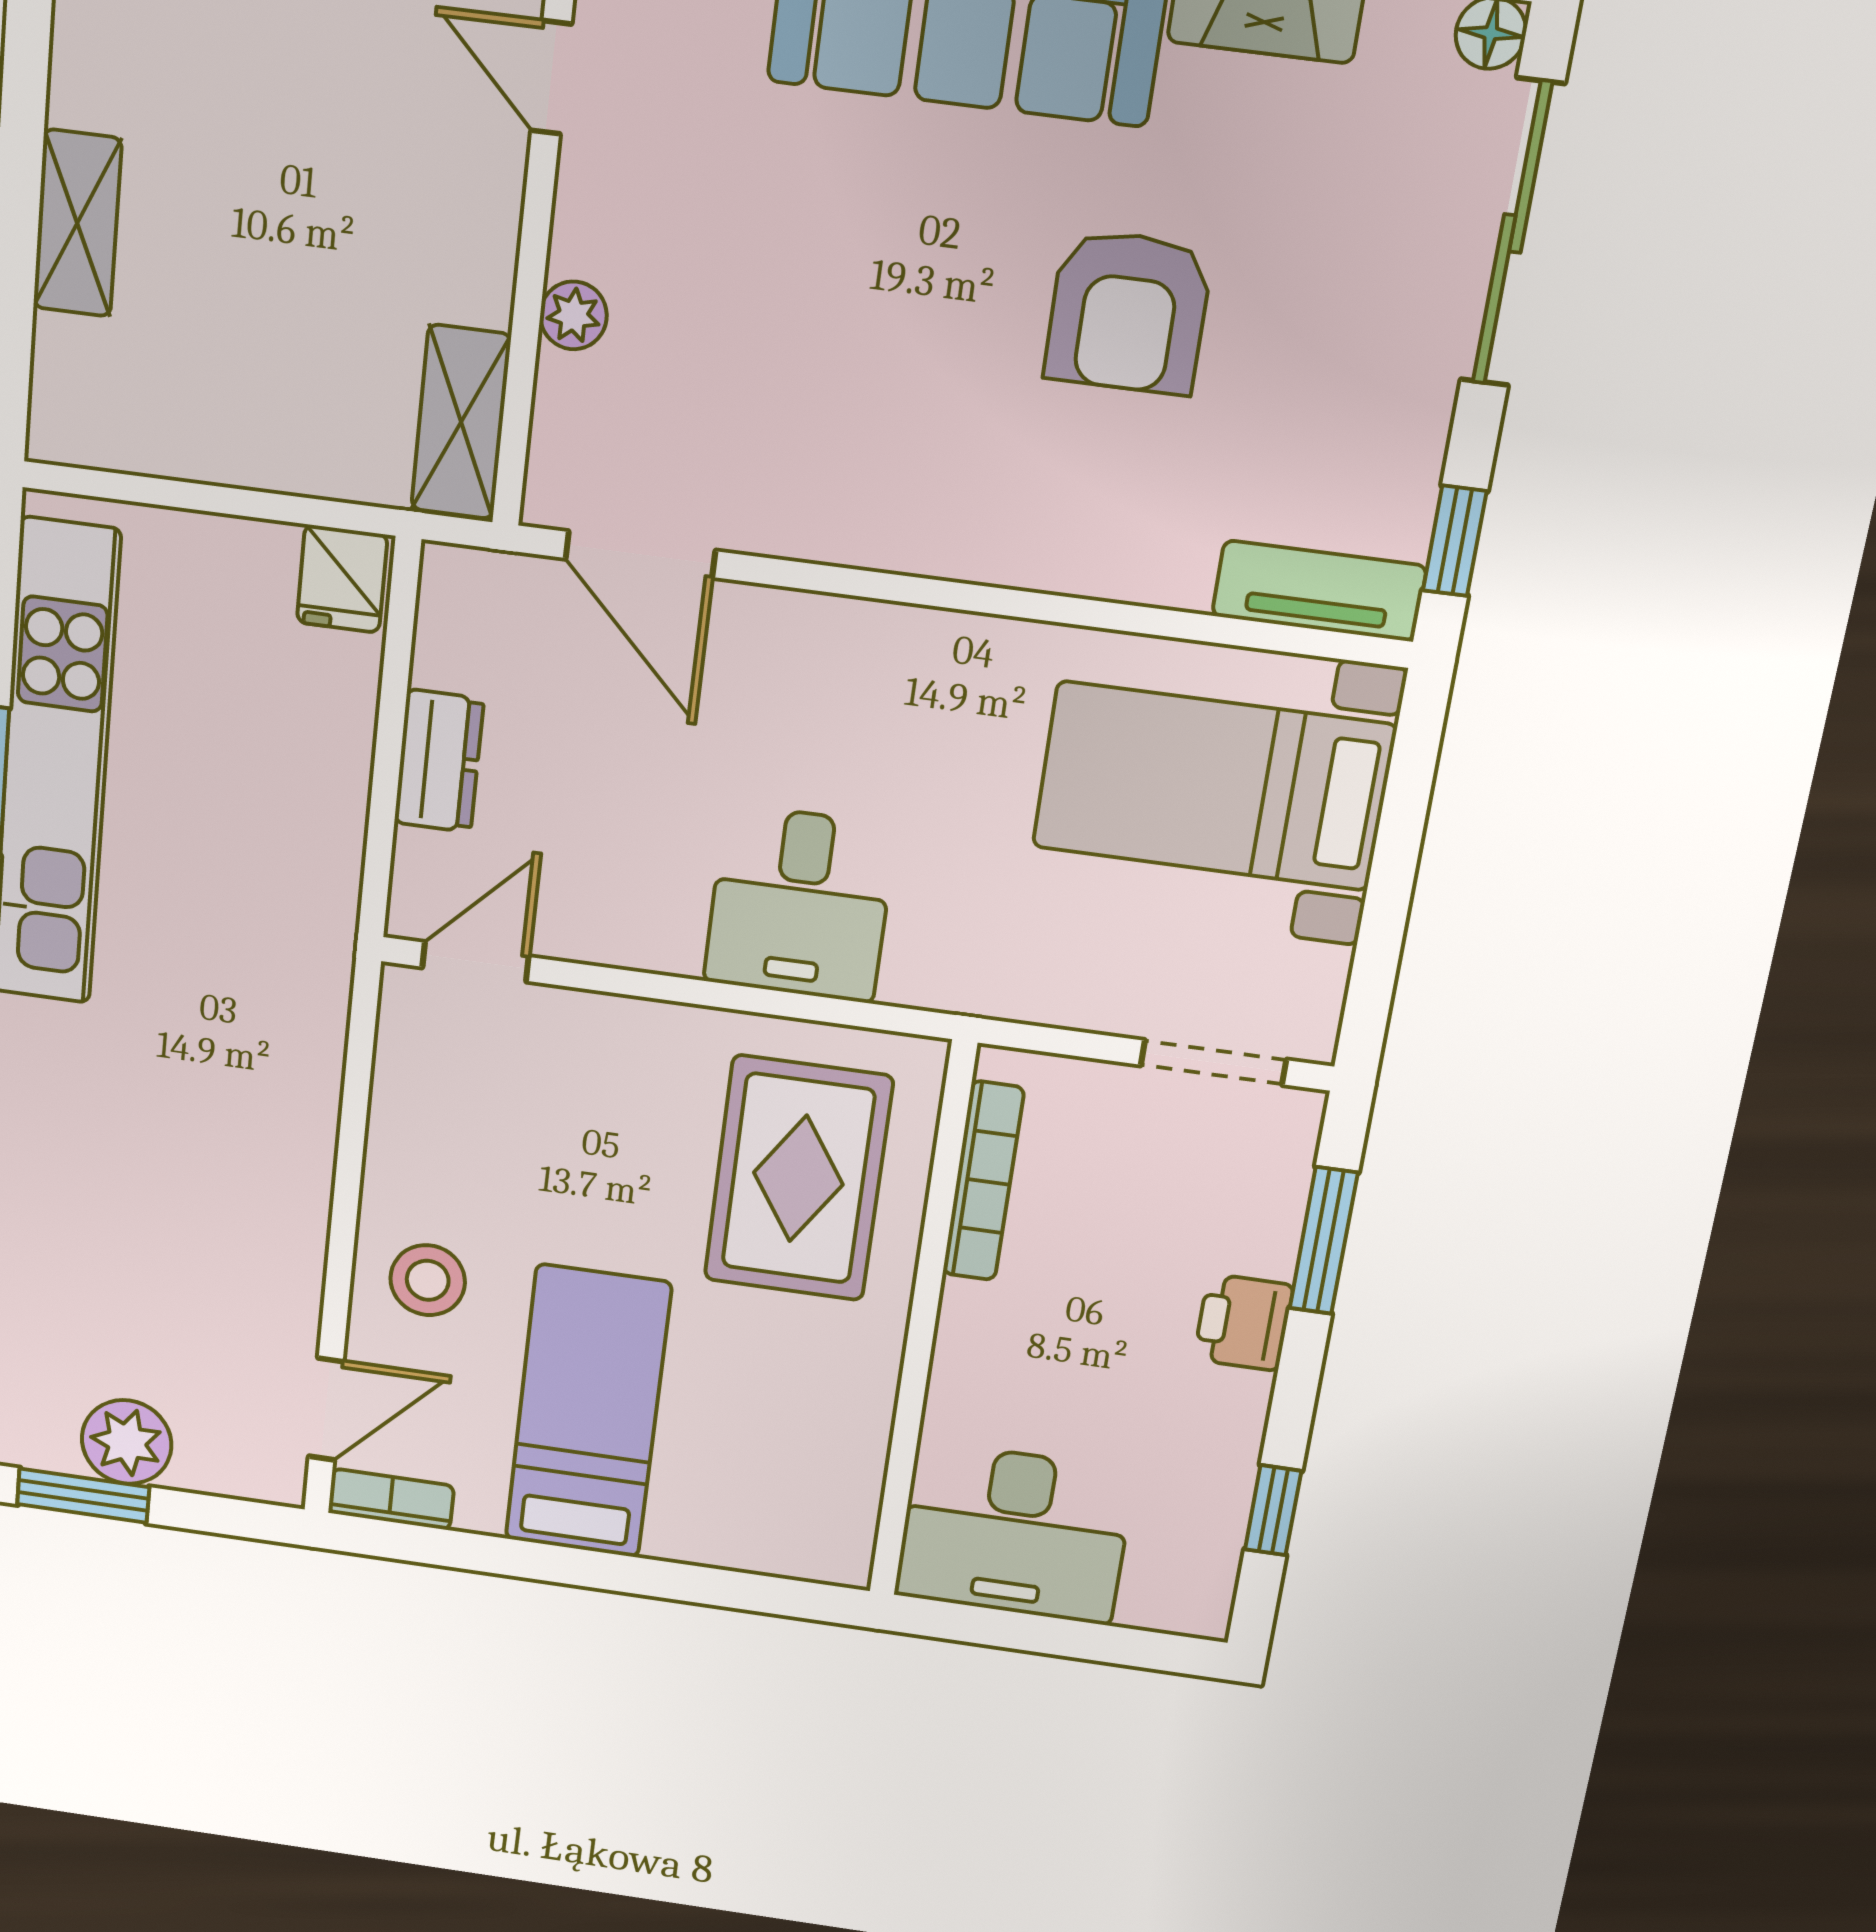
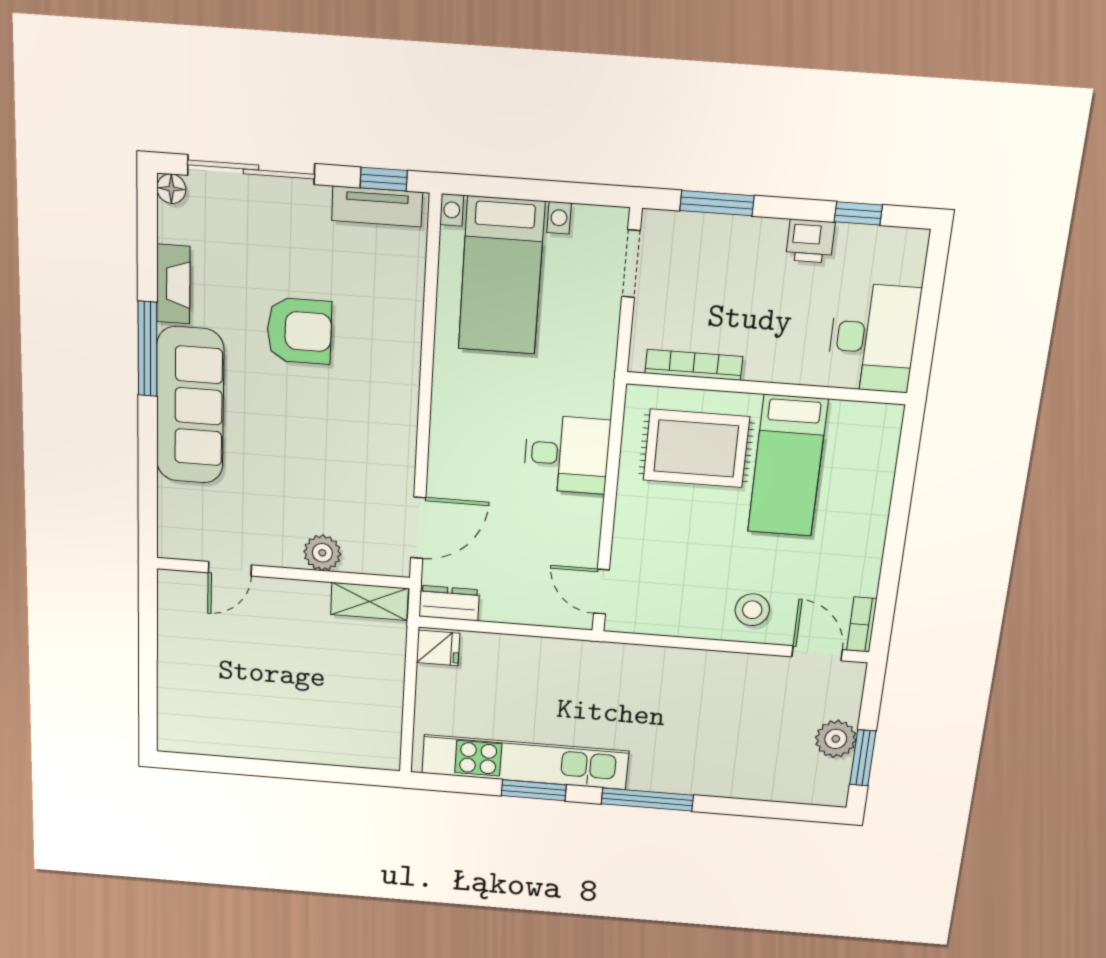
shelving: (77, 223) -> (304, 749), removed
plant: (573, 315) -> (322, 553), width x1.38, depth x1.38
tv unit: (1319, 591) -> (377, 206), moved, turned -90
dresser: (439, 761) -> (449, 603), moved
printer: (1243, 1322) -> (810, 241), moved
bed: (588, 1412) -> (788, 466), moved, turned -90

